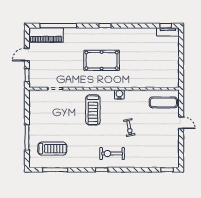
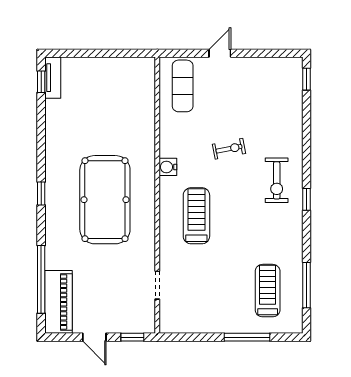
pool table: (102, 60) -> (105, 200), width x1.36, depth x1.32
treadmill: (93, 110) -> (196, 216), turned -90

